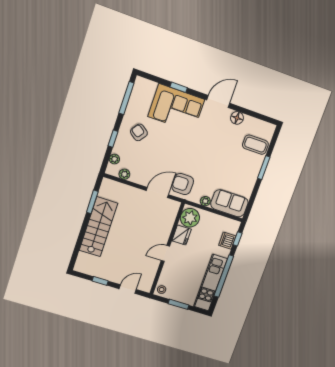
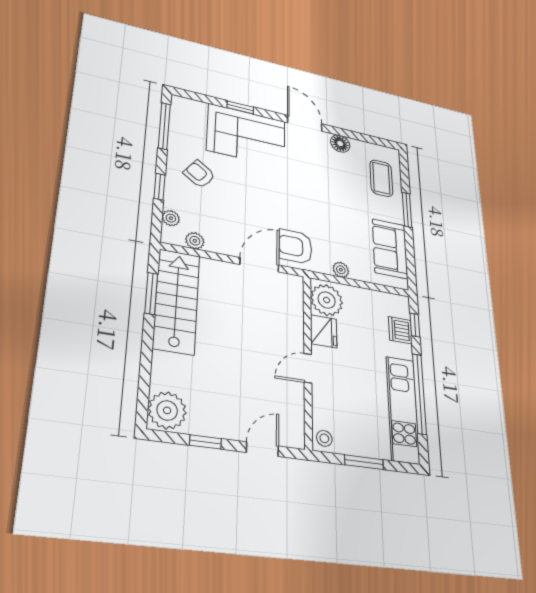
door: (218, 101) -> (305, 123), hinge flipped
coffee table: (255, 145) -> (381, 178), turned 90
sofa: (229, 203) -> (390, 249), moved, turned -90
stairs: (98, 227) -> (177, 301), moved
plant: (85, 263) -> (167, 410), added

